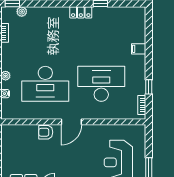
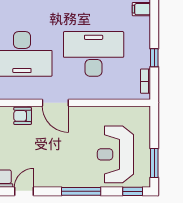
door: (71, 122) -> (55, 103), hinge flipped

